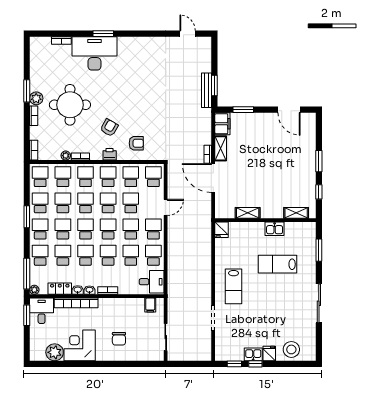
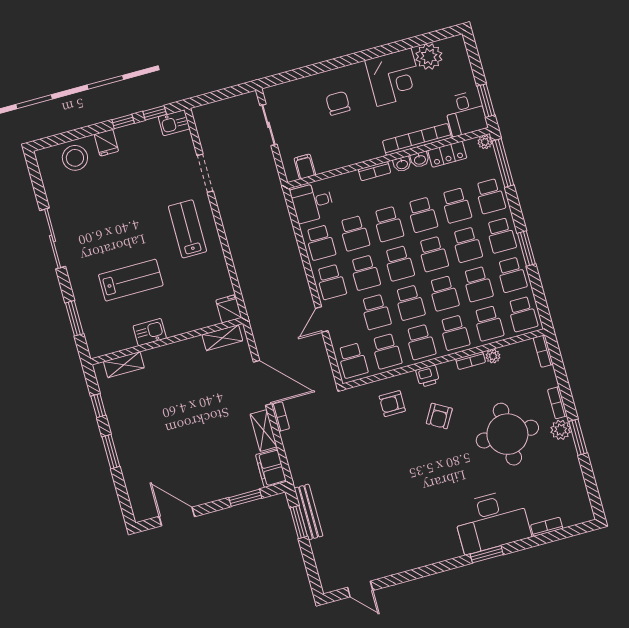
shelving: (248, 213) -> (222, 338), moved
kitchen sink: (253, 354) -> (174, 123), moved

